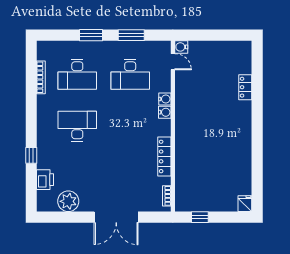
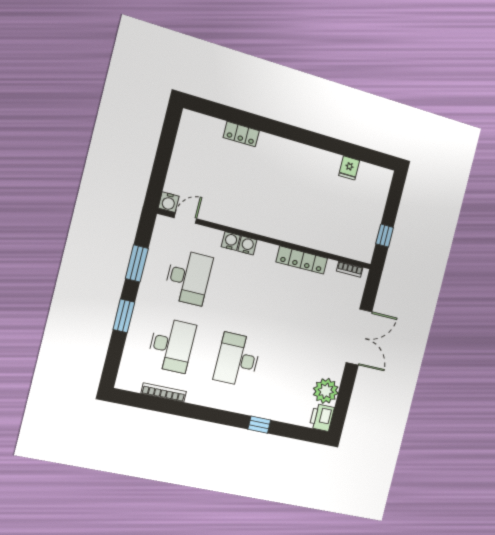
printer: (45, 180) -> (322, 418), moved, turned -90
fridge: (245, 204) -> (349, 168), moved, turned -90

